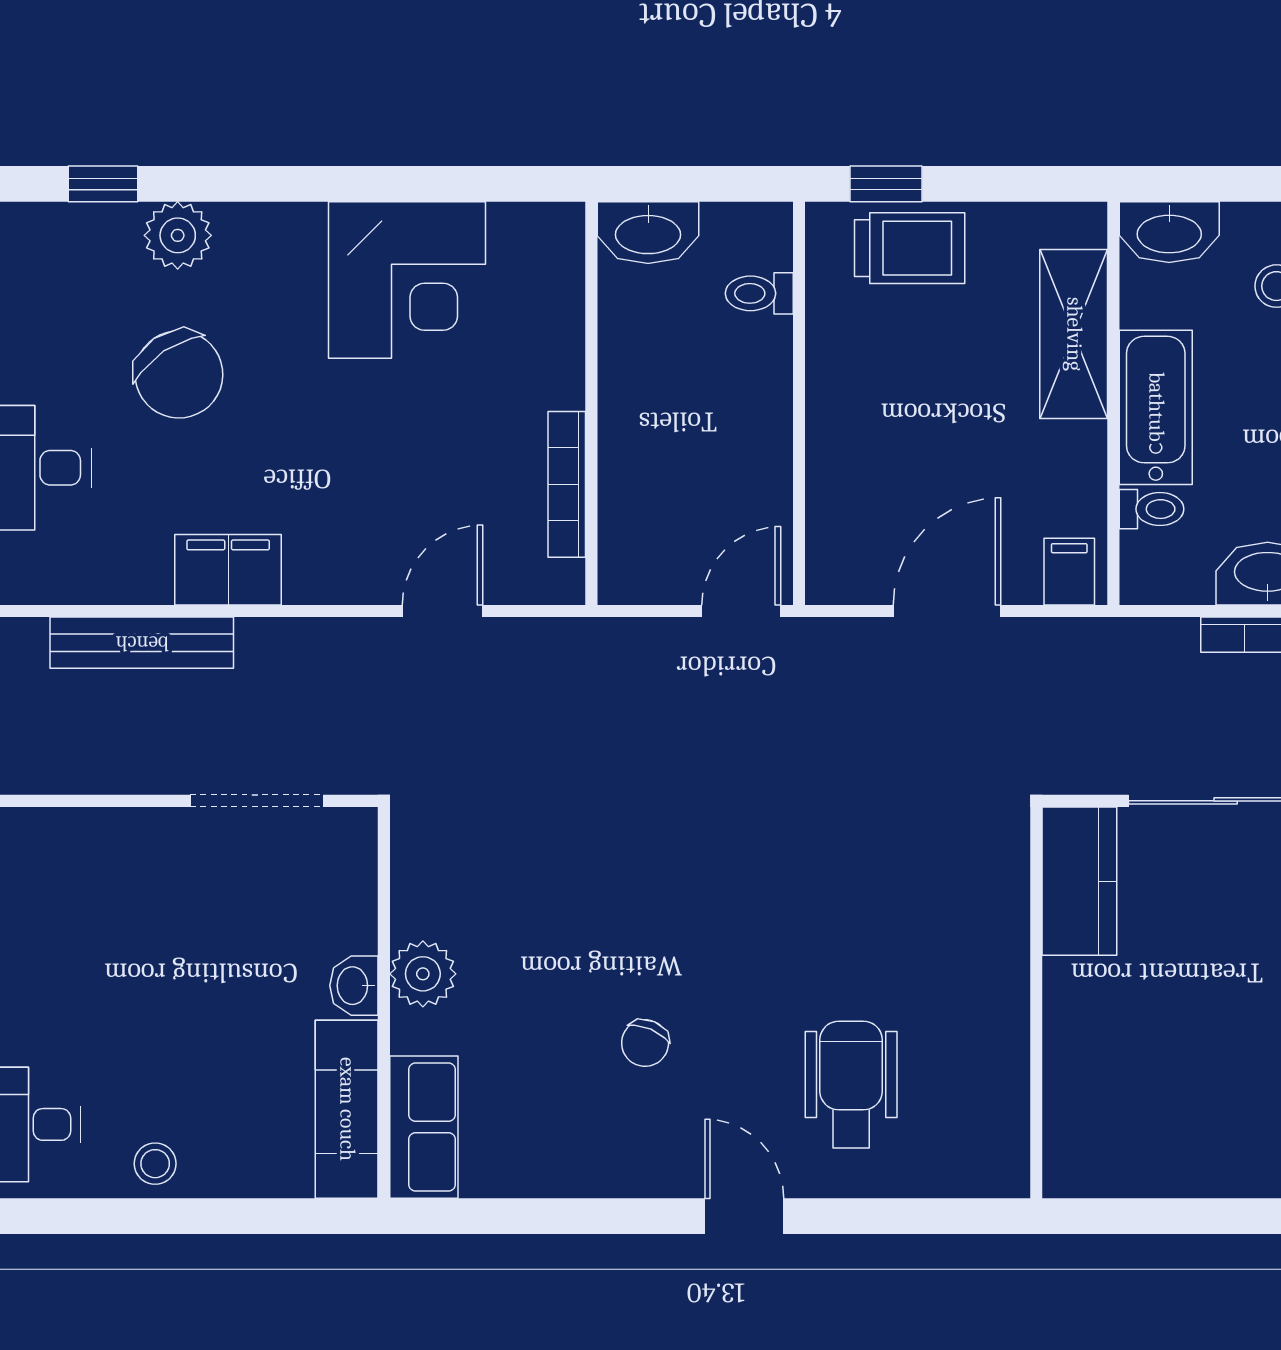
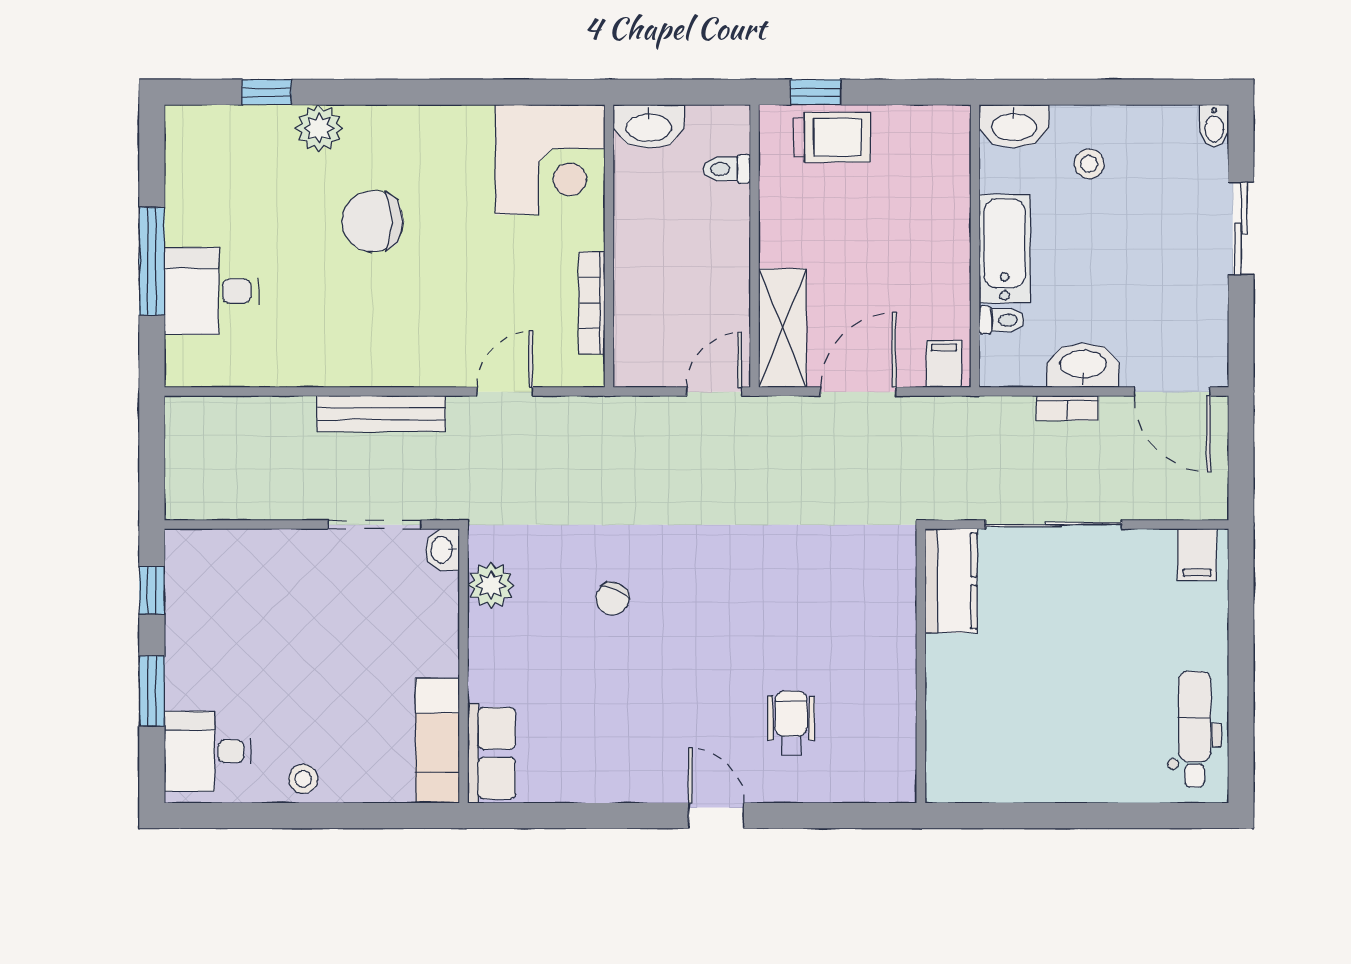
corner desk: (407, 280) -> (550, 160), moved
shelving: (1074, 334) -> (782, 328), moved
chair: (179, 374) -> (373, 221), moved, turned 124
filing cabinet: (228, 570) -> (354, 363), removed
bench: (142, 643) -> (381, 414), moved
plant: (423, 974) -> (491, 585), moved
washbasin: (354, 986) -> (443, 550), moved
chair: (645, 1043) -> (612, 599), moved
wheelchair: (851, 1085) -> (791, 723), width x0.73, depth x0.73

